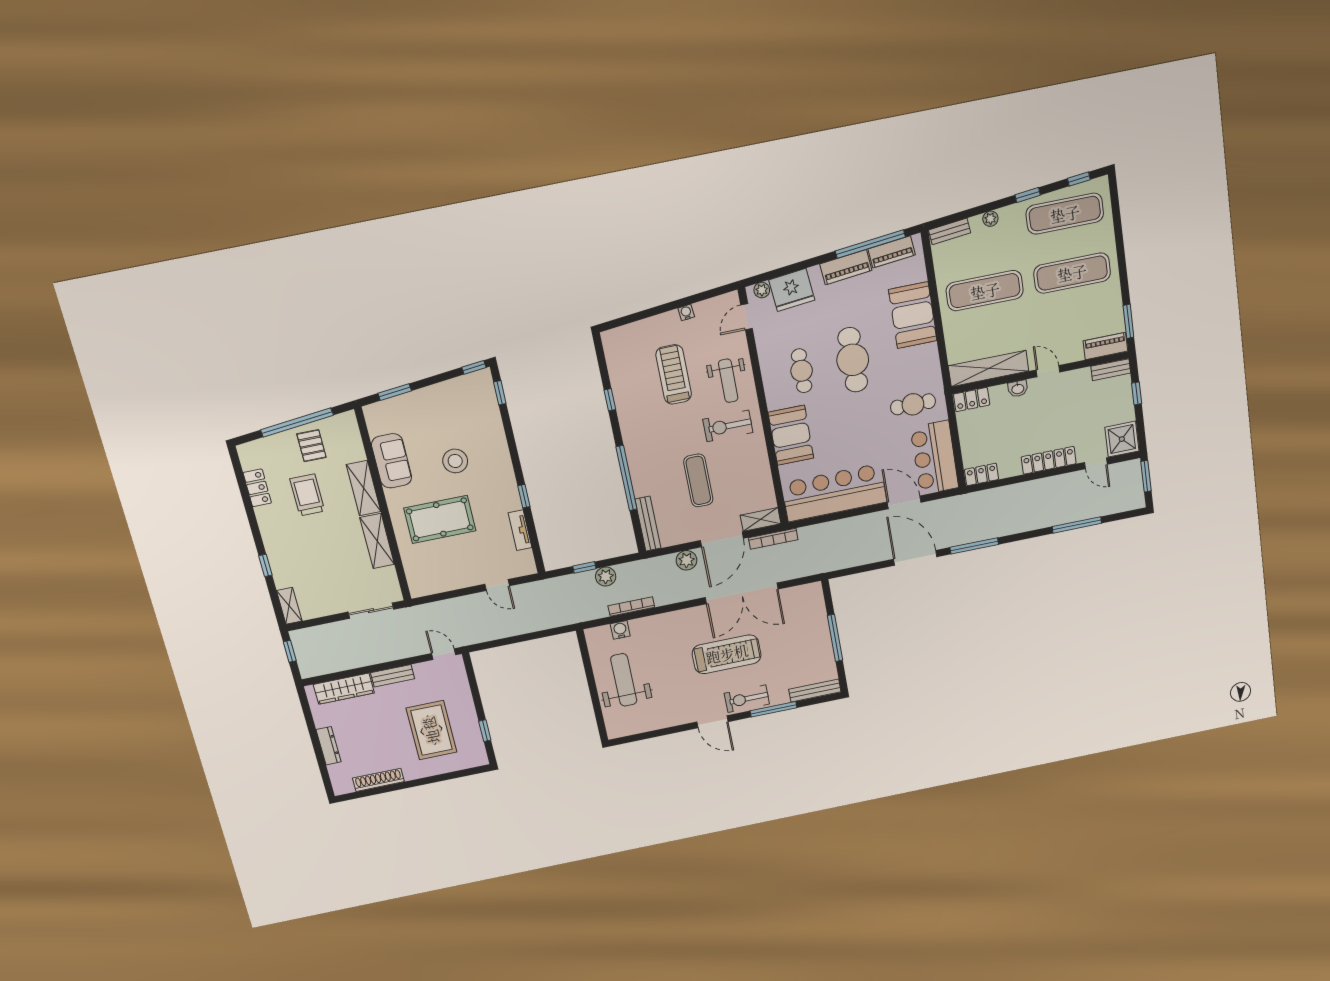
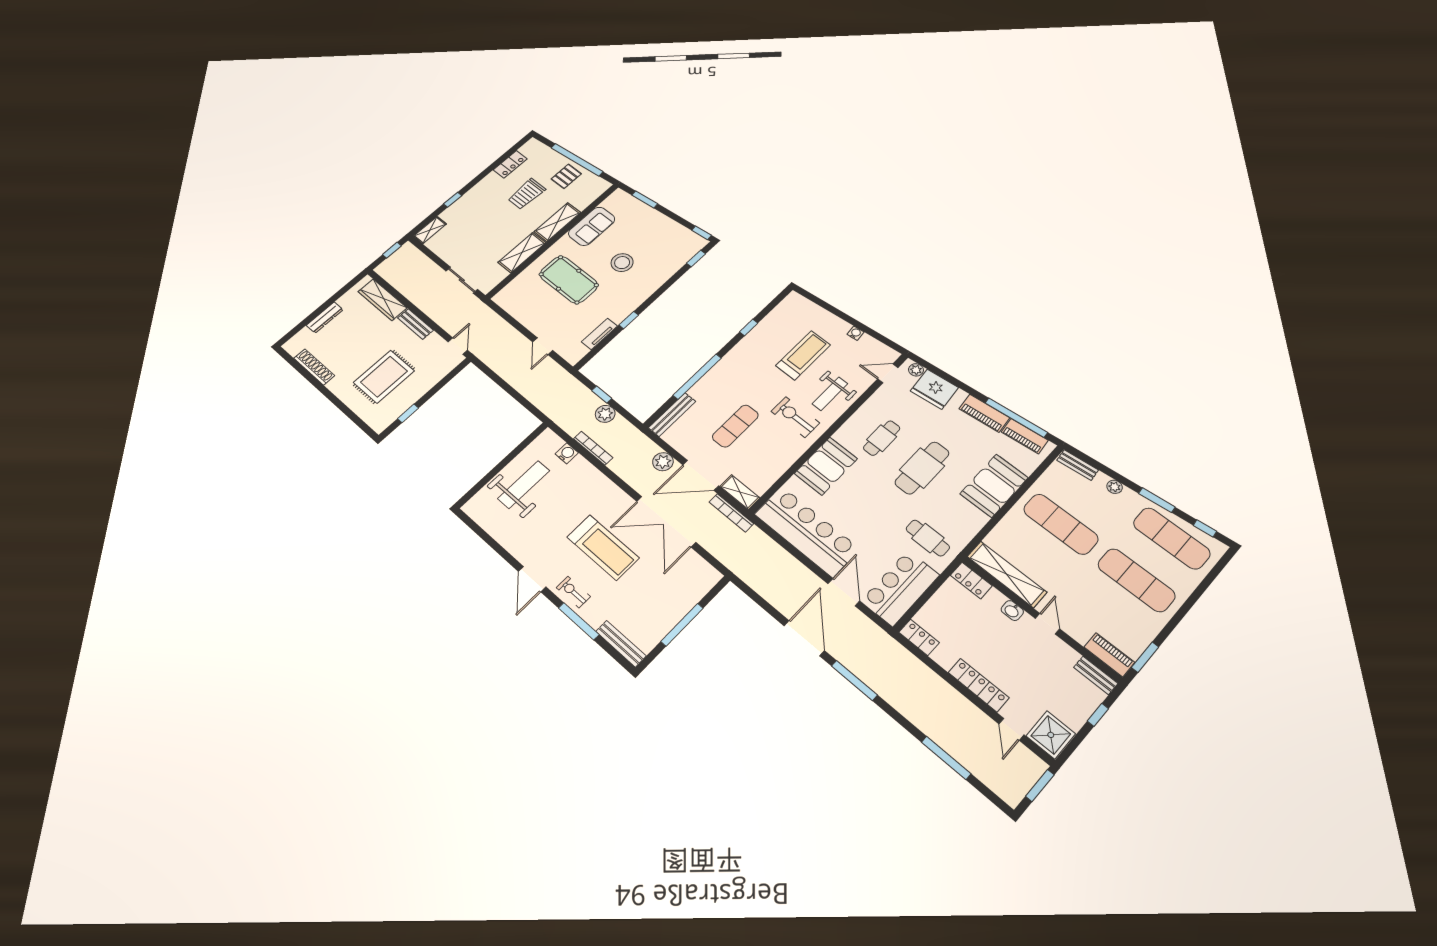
window: (1028, 195) -> (1157, 500), width x1.50
trolley: (307, 495) -> (527, 194), turned 180
exercise bike: (747, 699) -> (573, 592), width x0.73, depth x0.72

